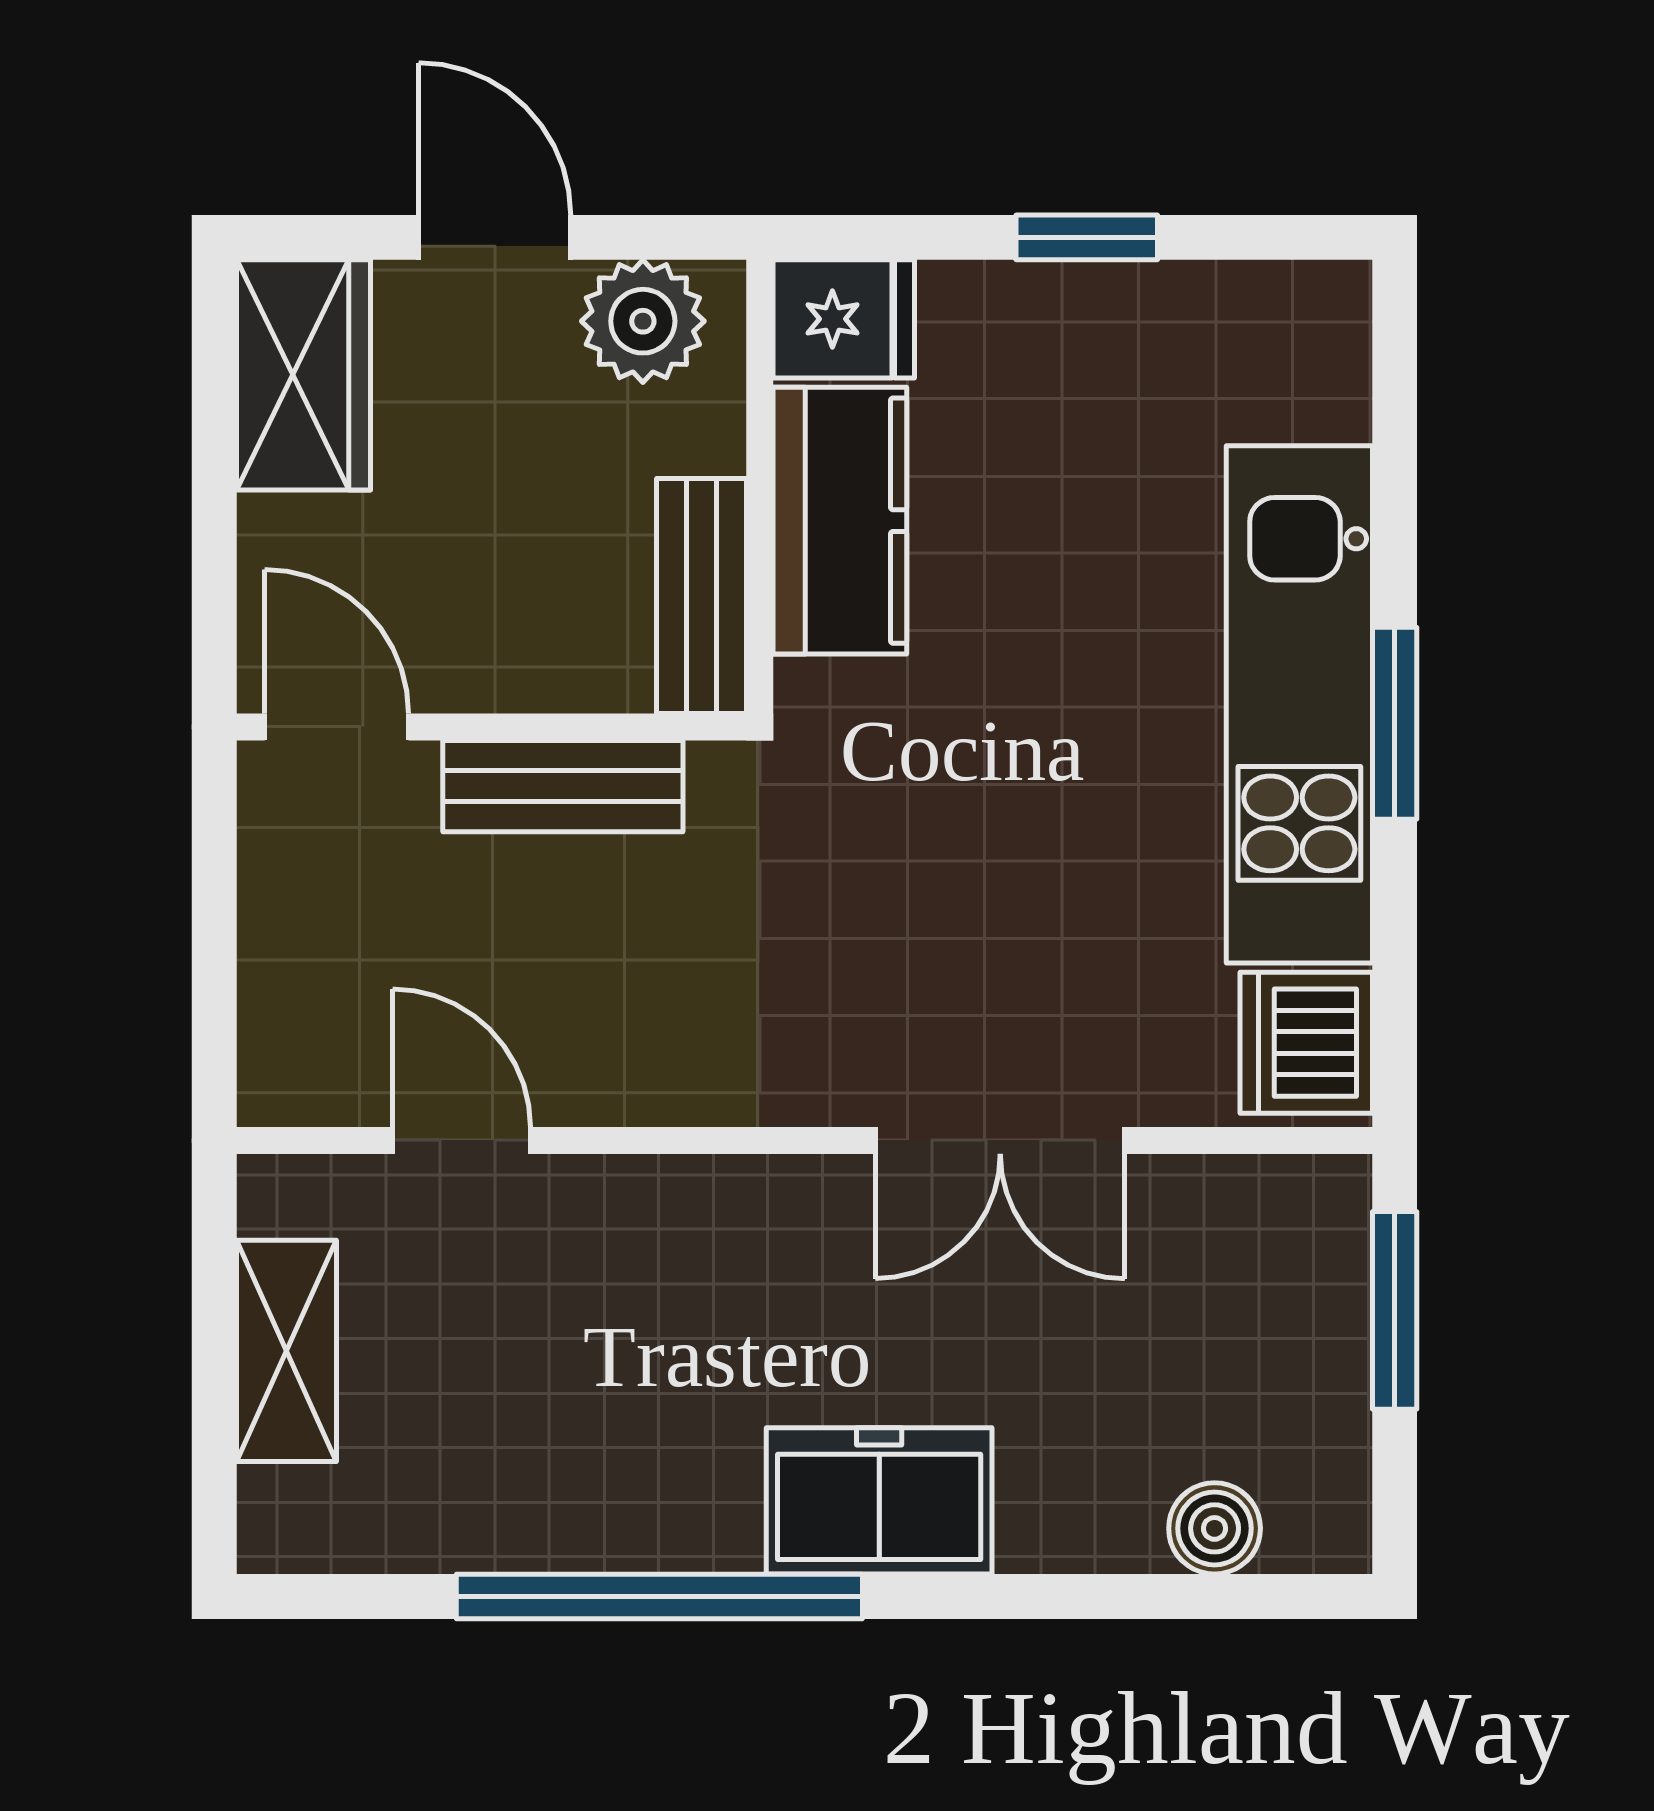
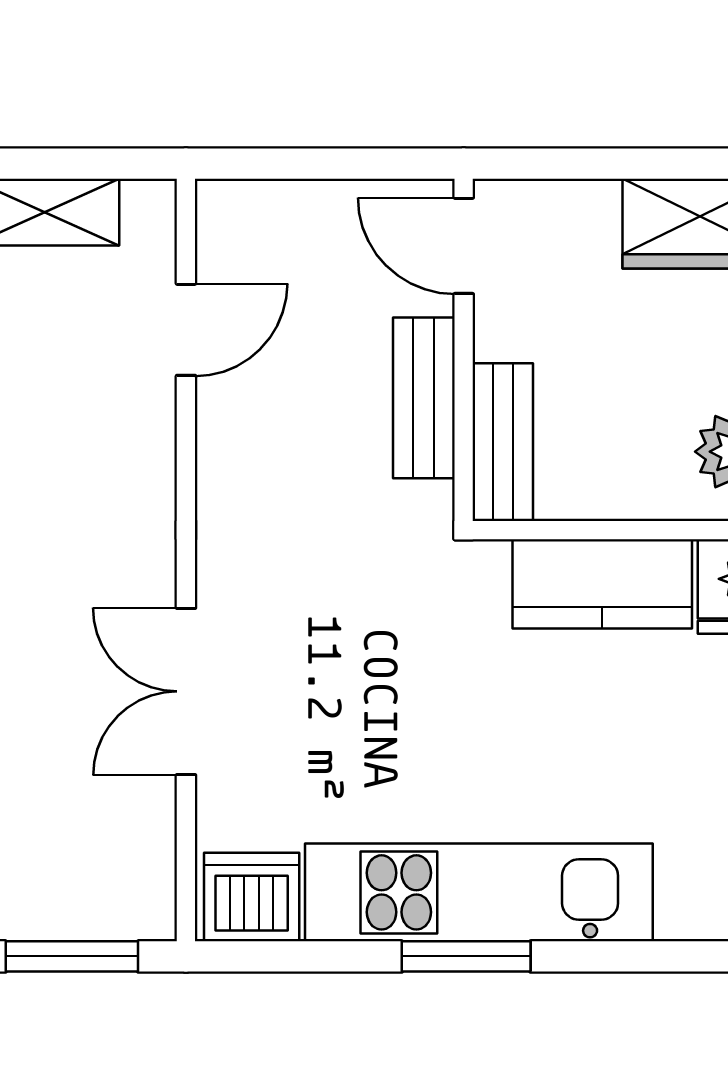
bench: (701, 596) -> (503, 442), moved, turned 90
door: (337, 727) -> (464, 246), swing flipped

